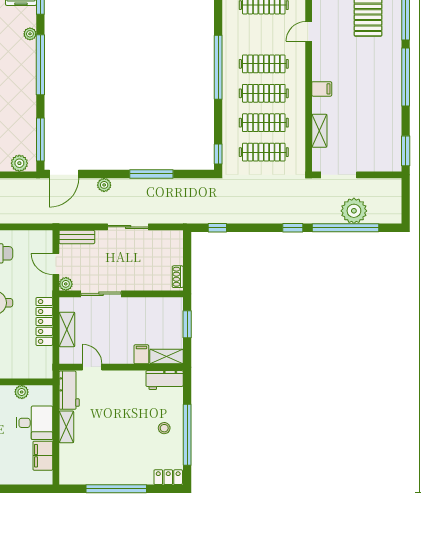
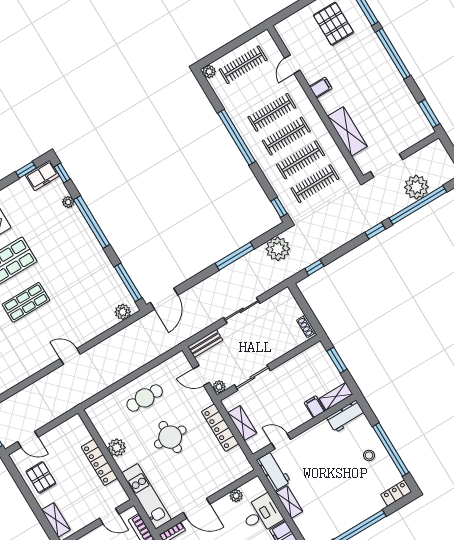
filing cabinet: (322, 89) -> (321, 87), moved
shelving: (319, 131) -> (347, 131), width x1.50, depth x1.33
plant: (104, 185) -> (278, 249), moved, width x1.88, depth x1.88

